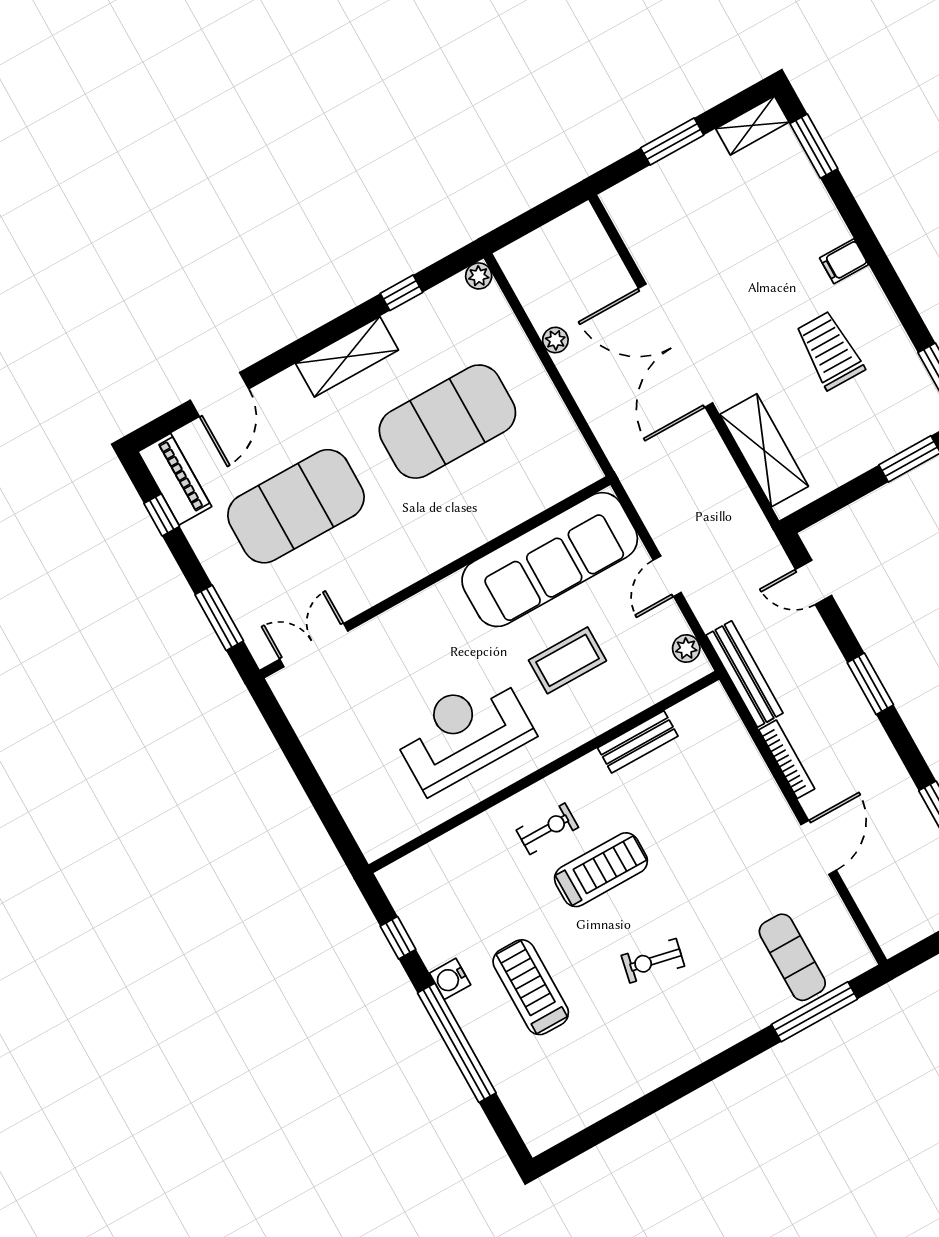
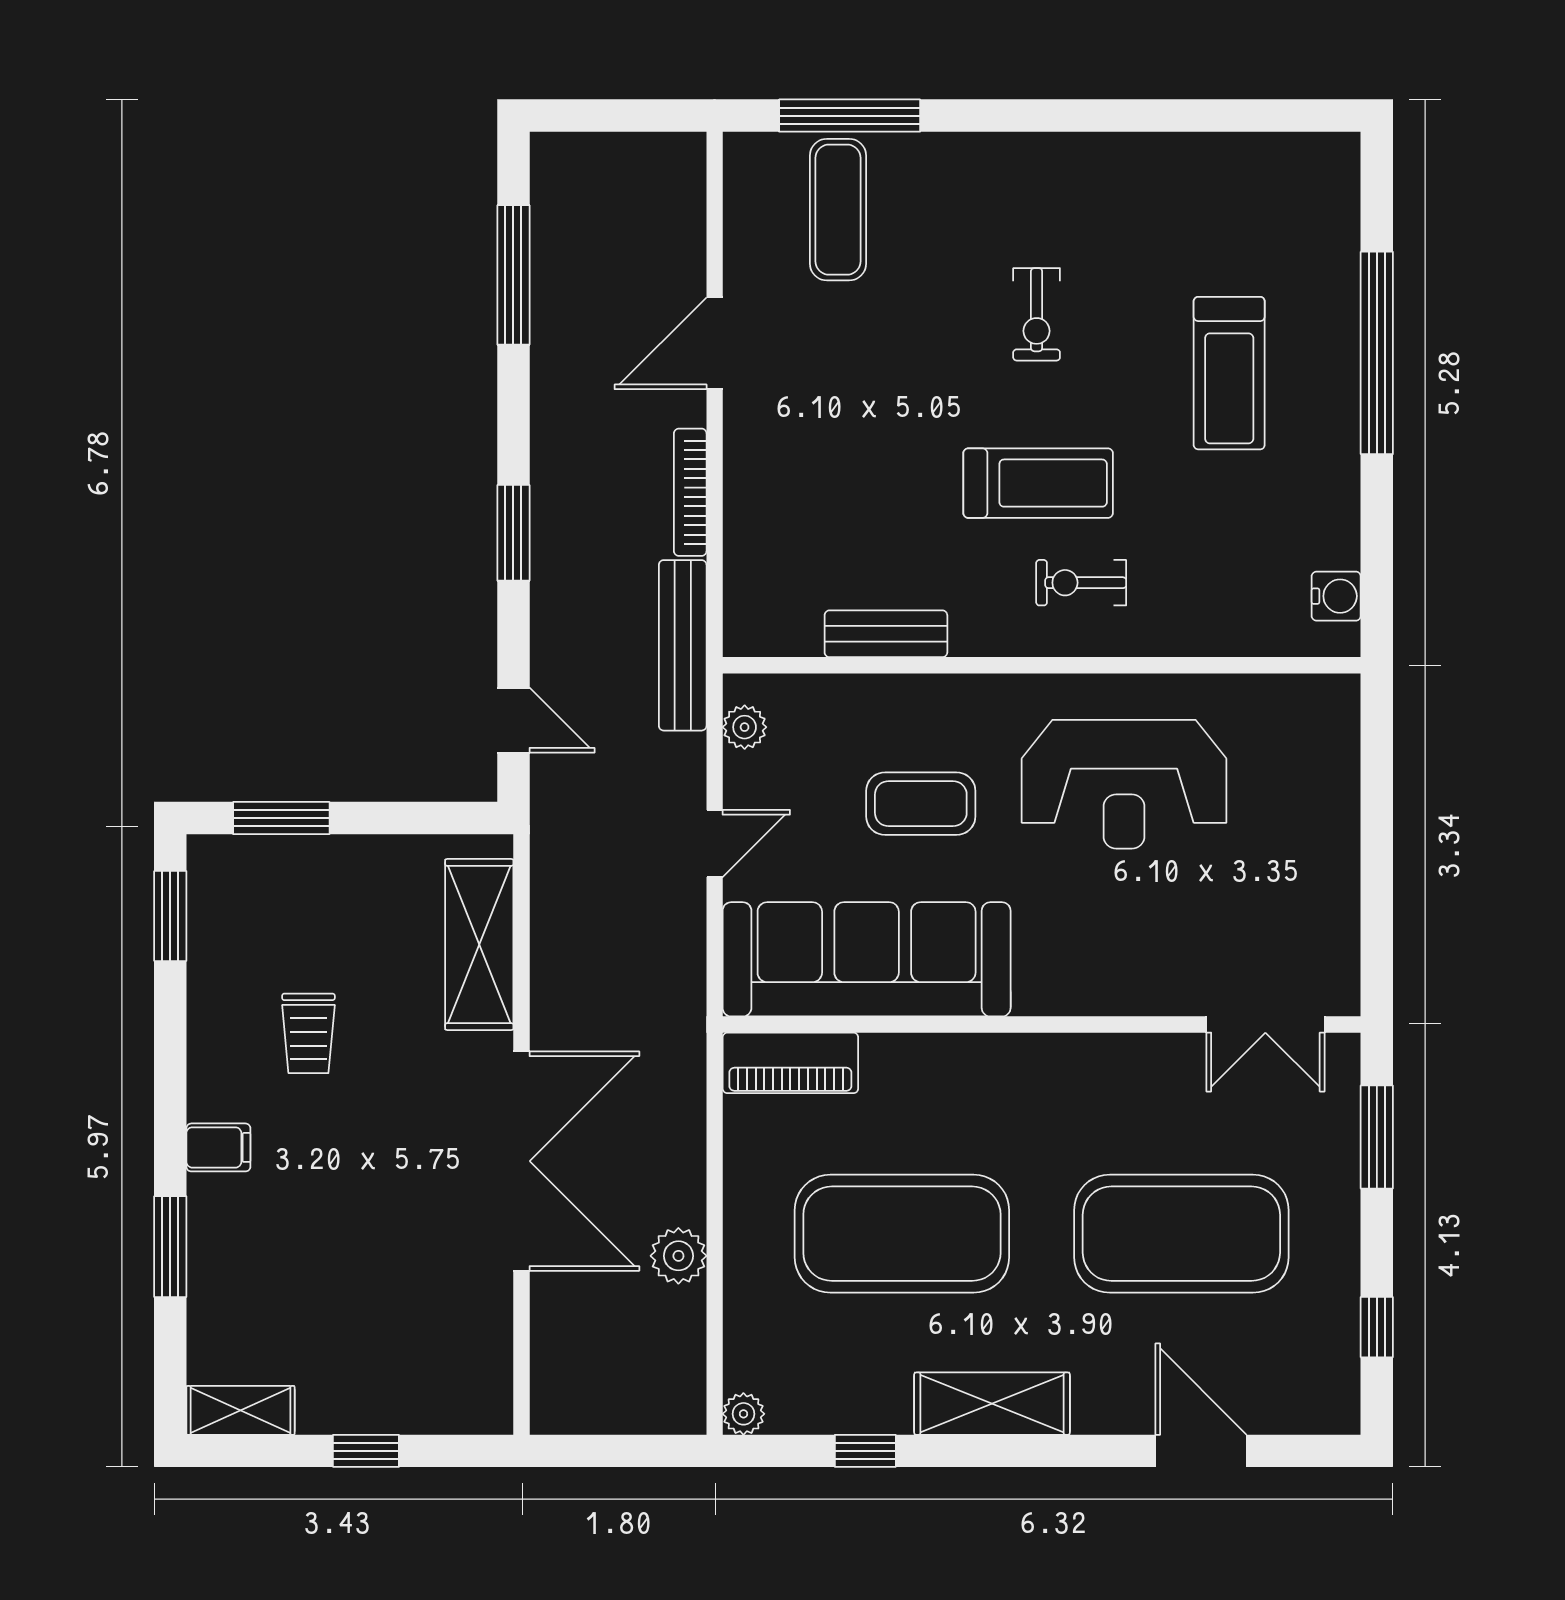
window: (672, 142) -> (366, 1451), width x0.67
window: (814, 146) -> (170, 1247), moved
plant: (555, 340) -> (678, 1256), width x1.38, depth x1.38
trolley: (830, 350) -> (308, 1033), width x0.73, depth x0.72
door: (219, 394) -> (1201, 1451), hinge flipped
piano: (175, 479) -> (790, 1063), moved, turned -90
treadmill: (601, 870) -> (1038, 483), turned 180
window: (398, 938) -> (1377, 547), removed
exercise bike: (653, 961) -> (1037, 314), turned 78
water cooler: (450, 979) -> (1336, 596), moved

